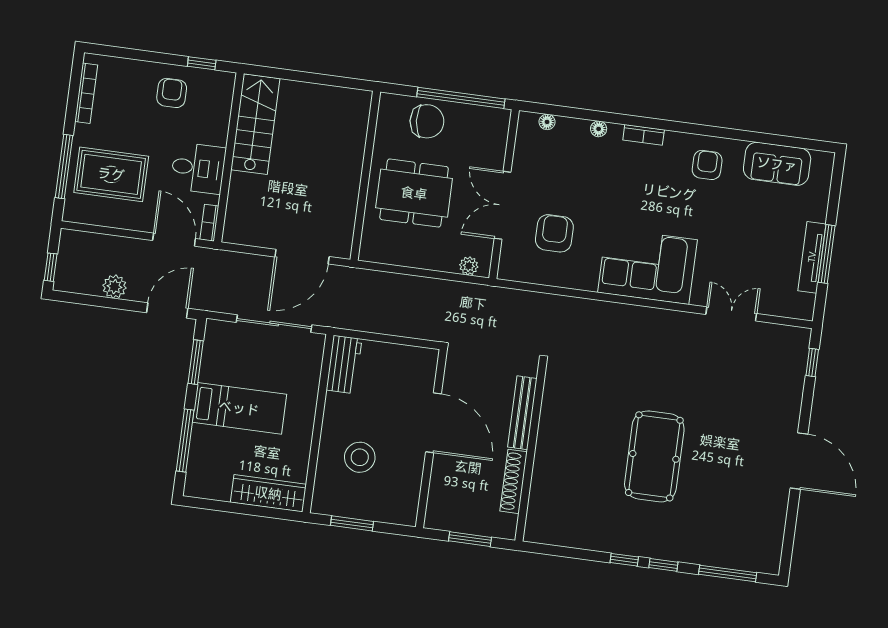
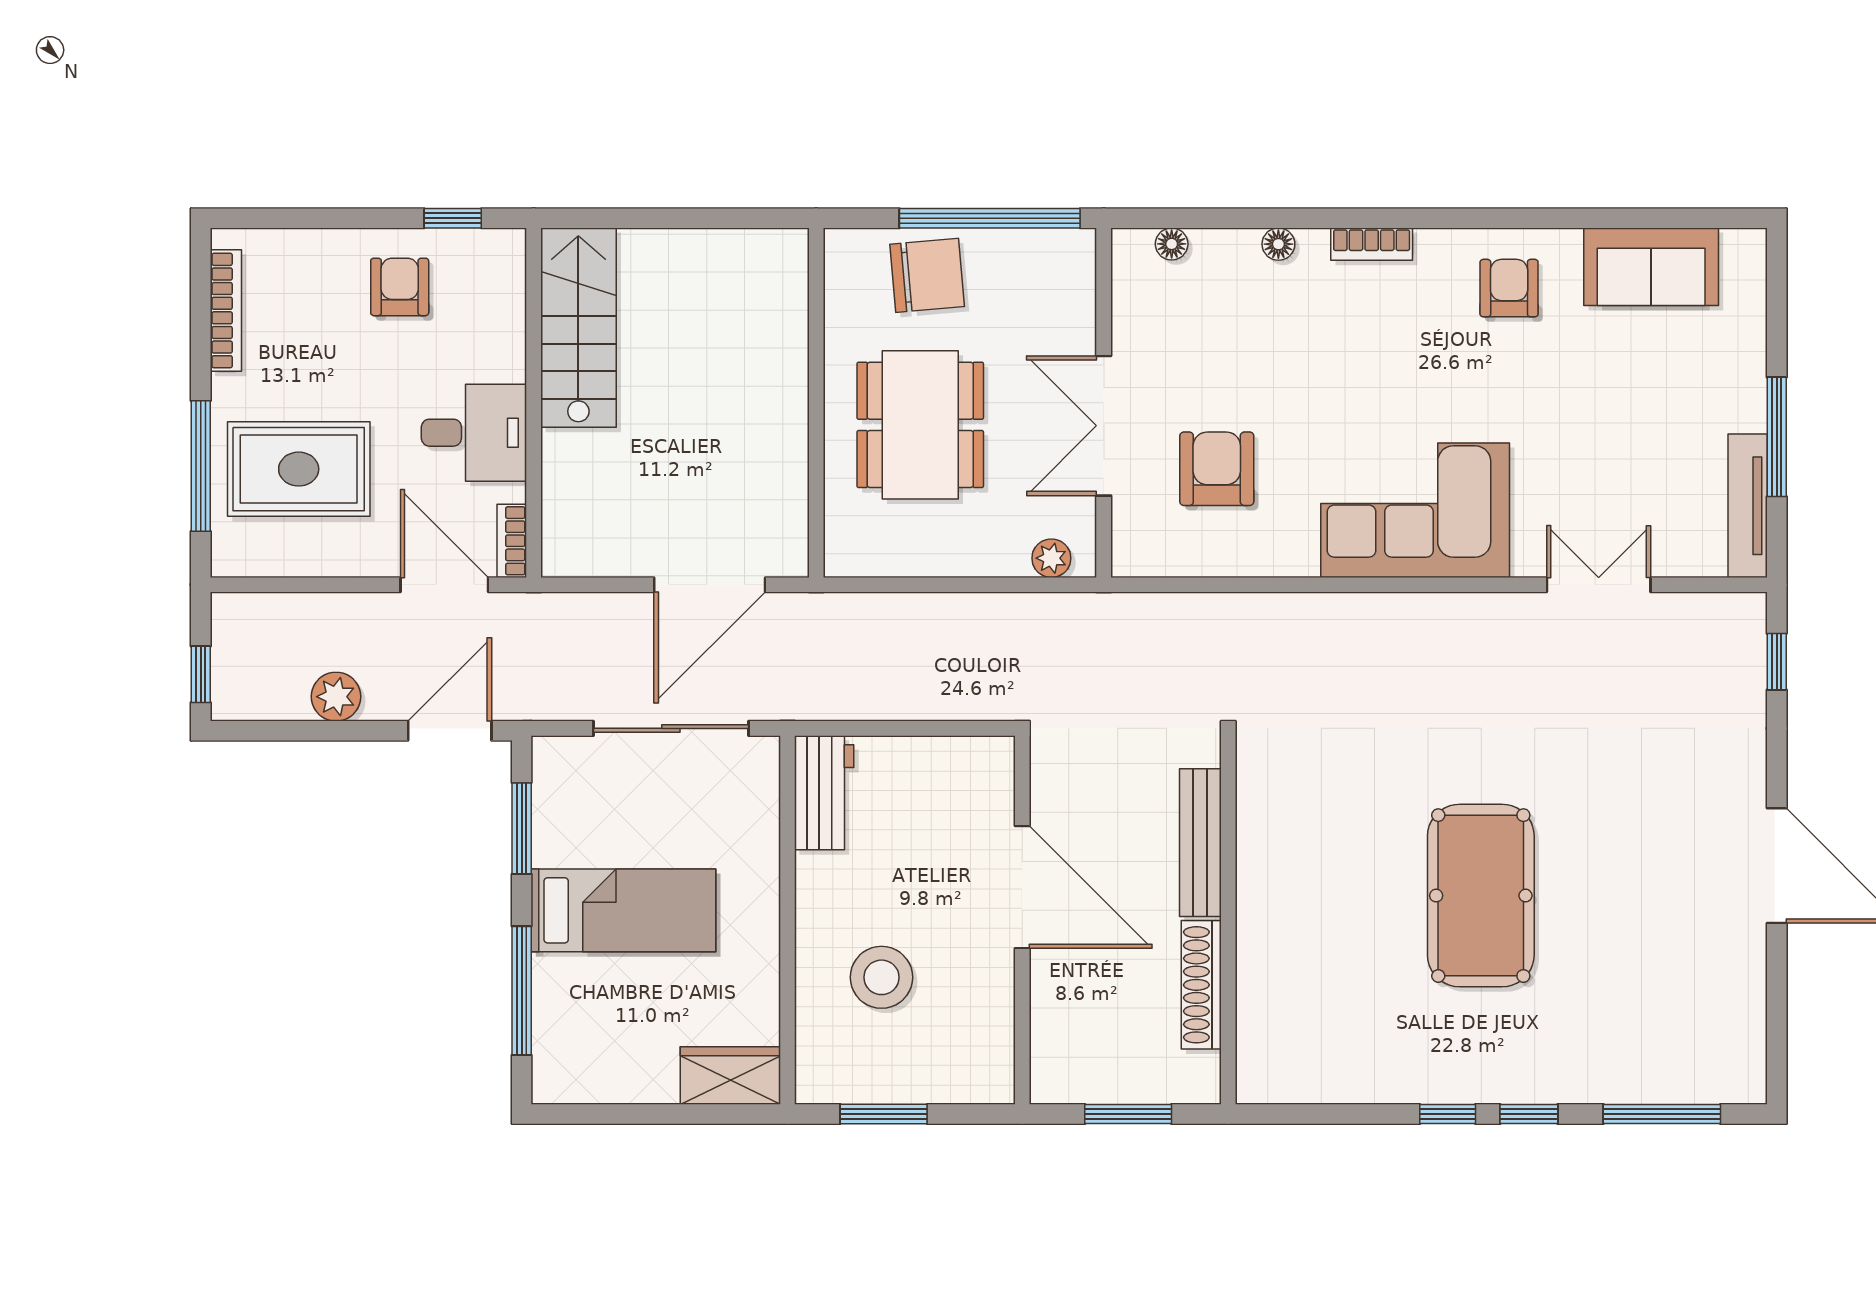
dining table: (414, 193) -> (920, 425), turned 90
tv unit: (812, 257) -> (1748, 506), moved
wardrobe: (268, 493) -> (730, 1075), width x0.67

